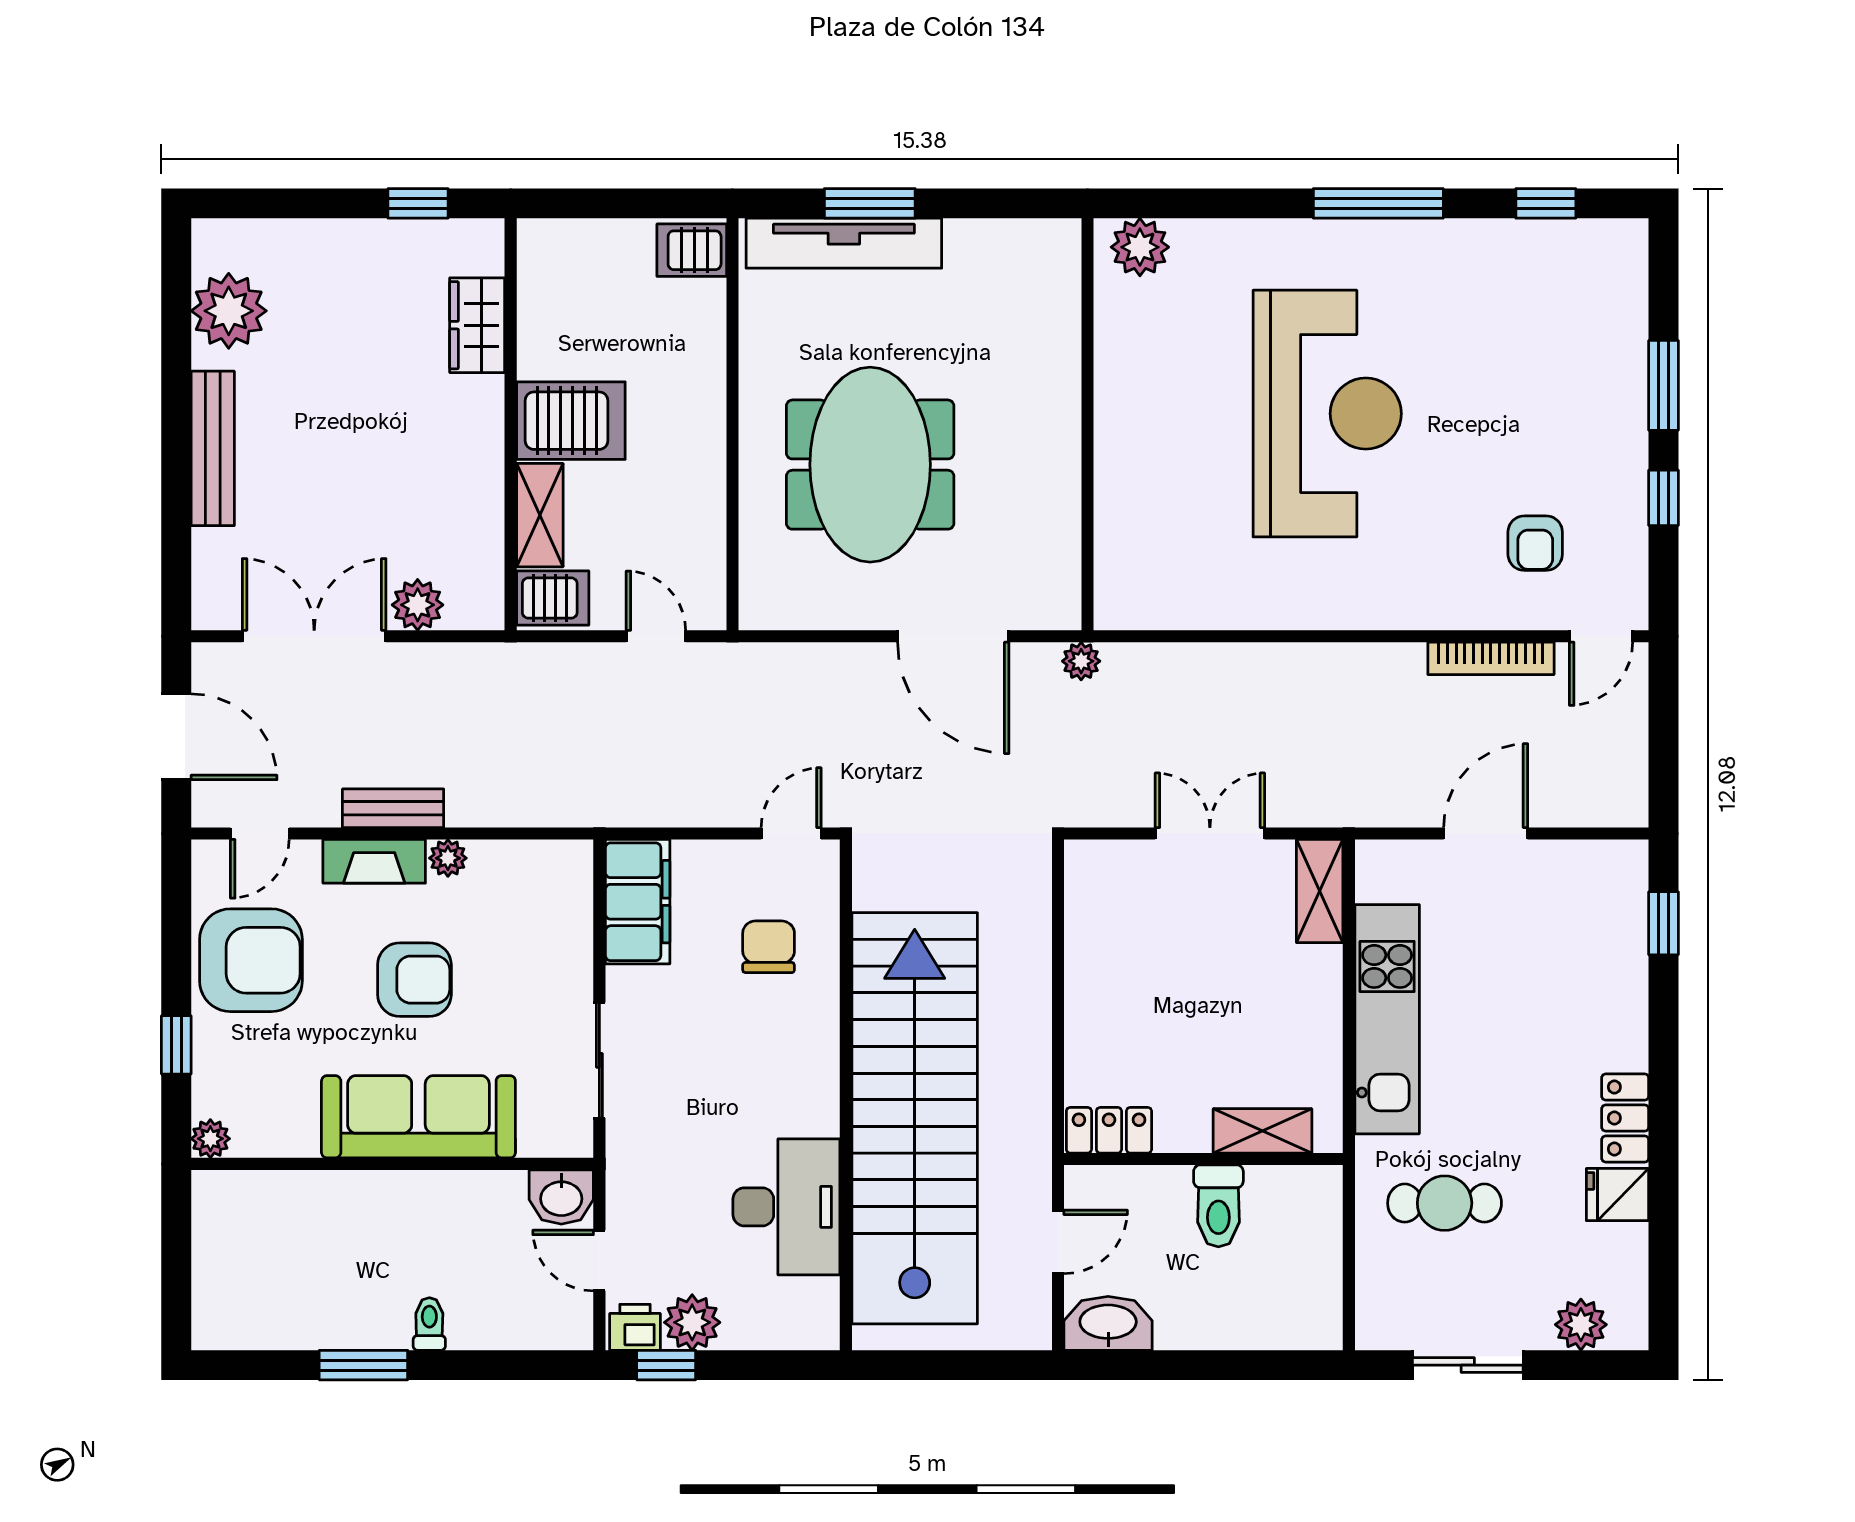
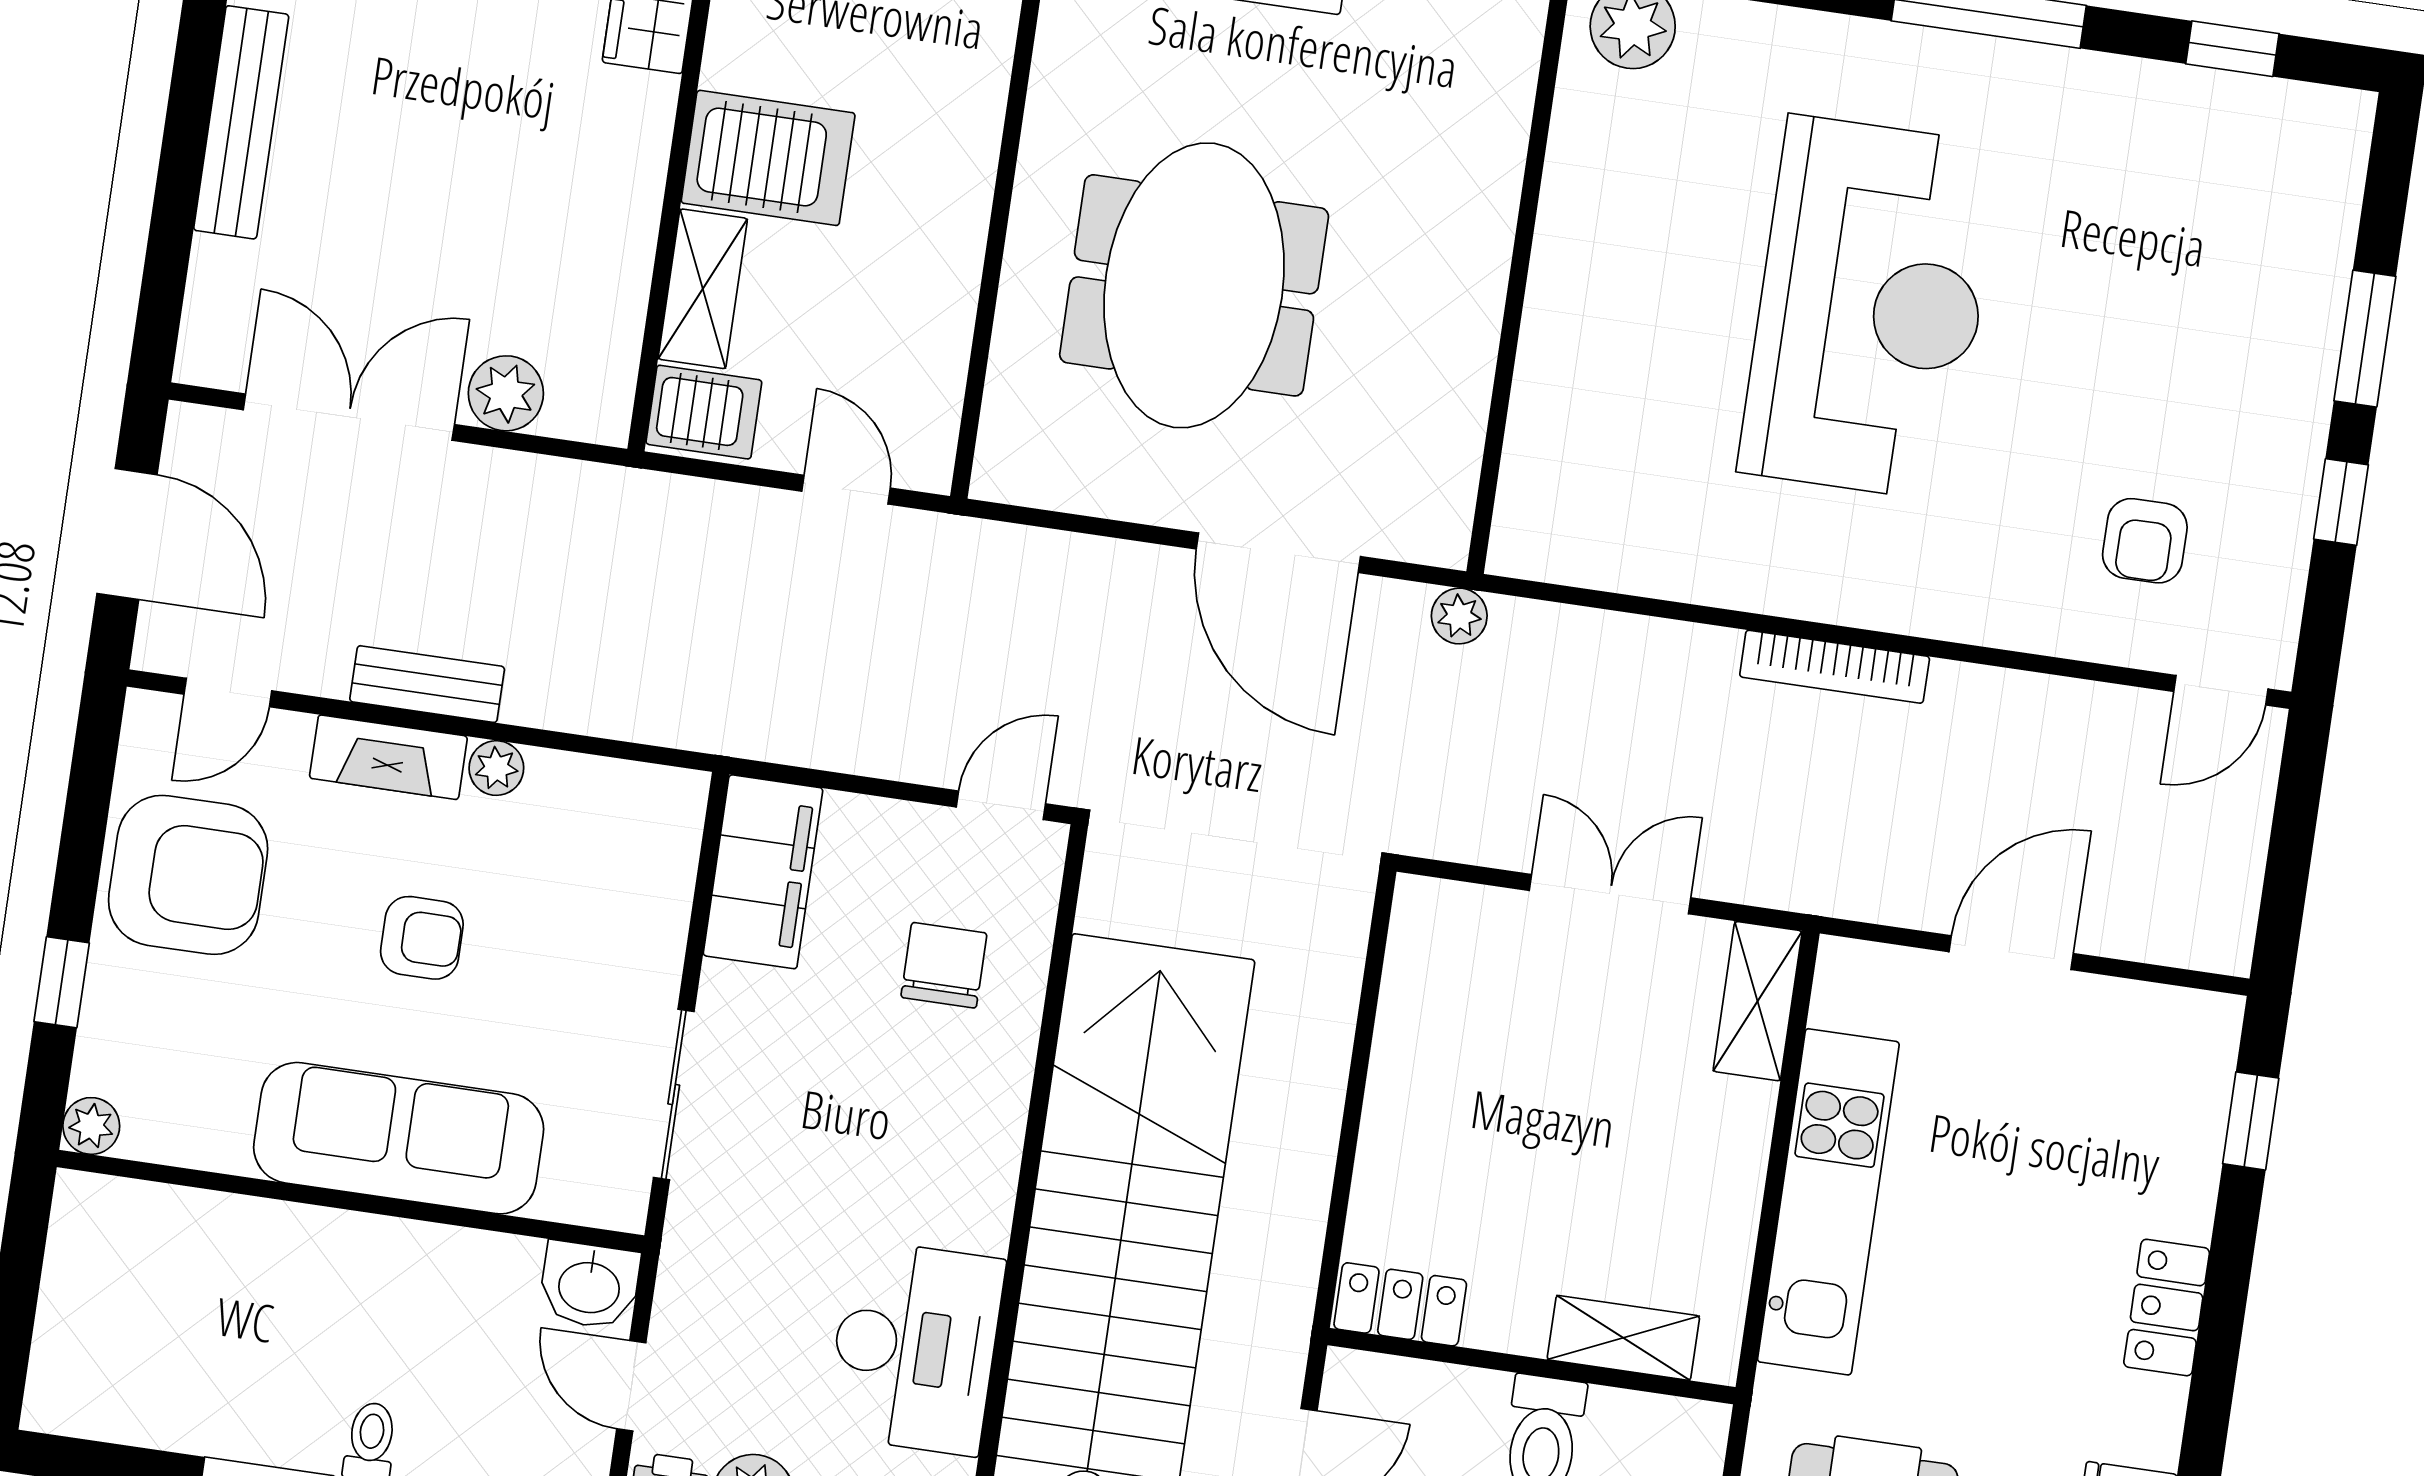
bookcase: (1491, 658) -> (1835, 667), moved
armchair: (414, 980) -> (422, 938), width x0.72, depth x0.72
locker: (1625, 1118) -> (2167, 1308), moved

